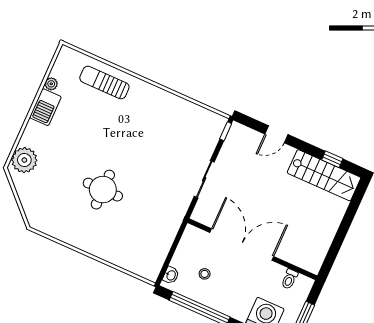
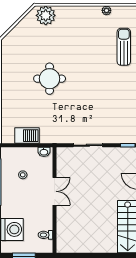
barbecue: (45, 107) -> (27, 136), moved, turned 180
double door: (242, 244) -> (54, 191), width x0.54
washbasin: (171, 275) -> (44, 152), moved

